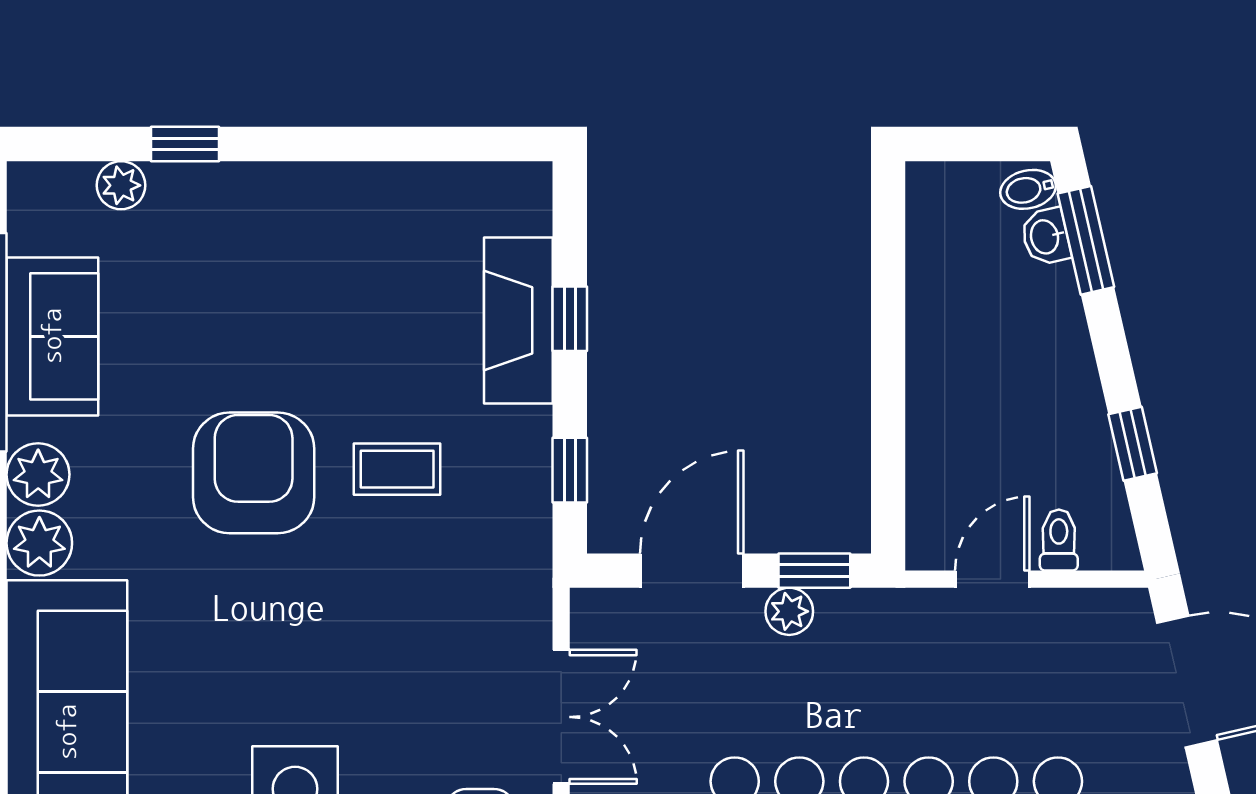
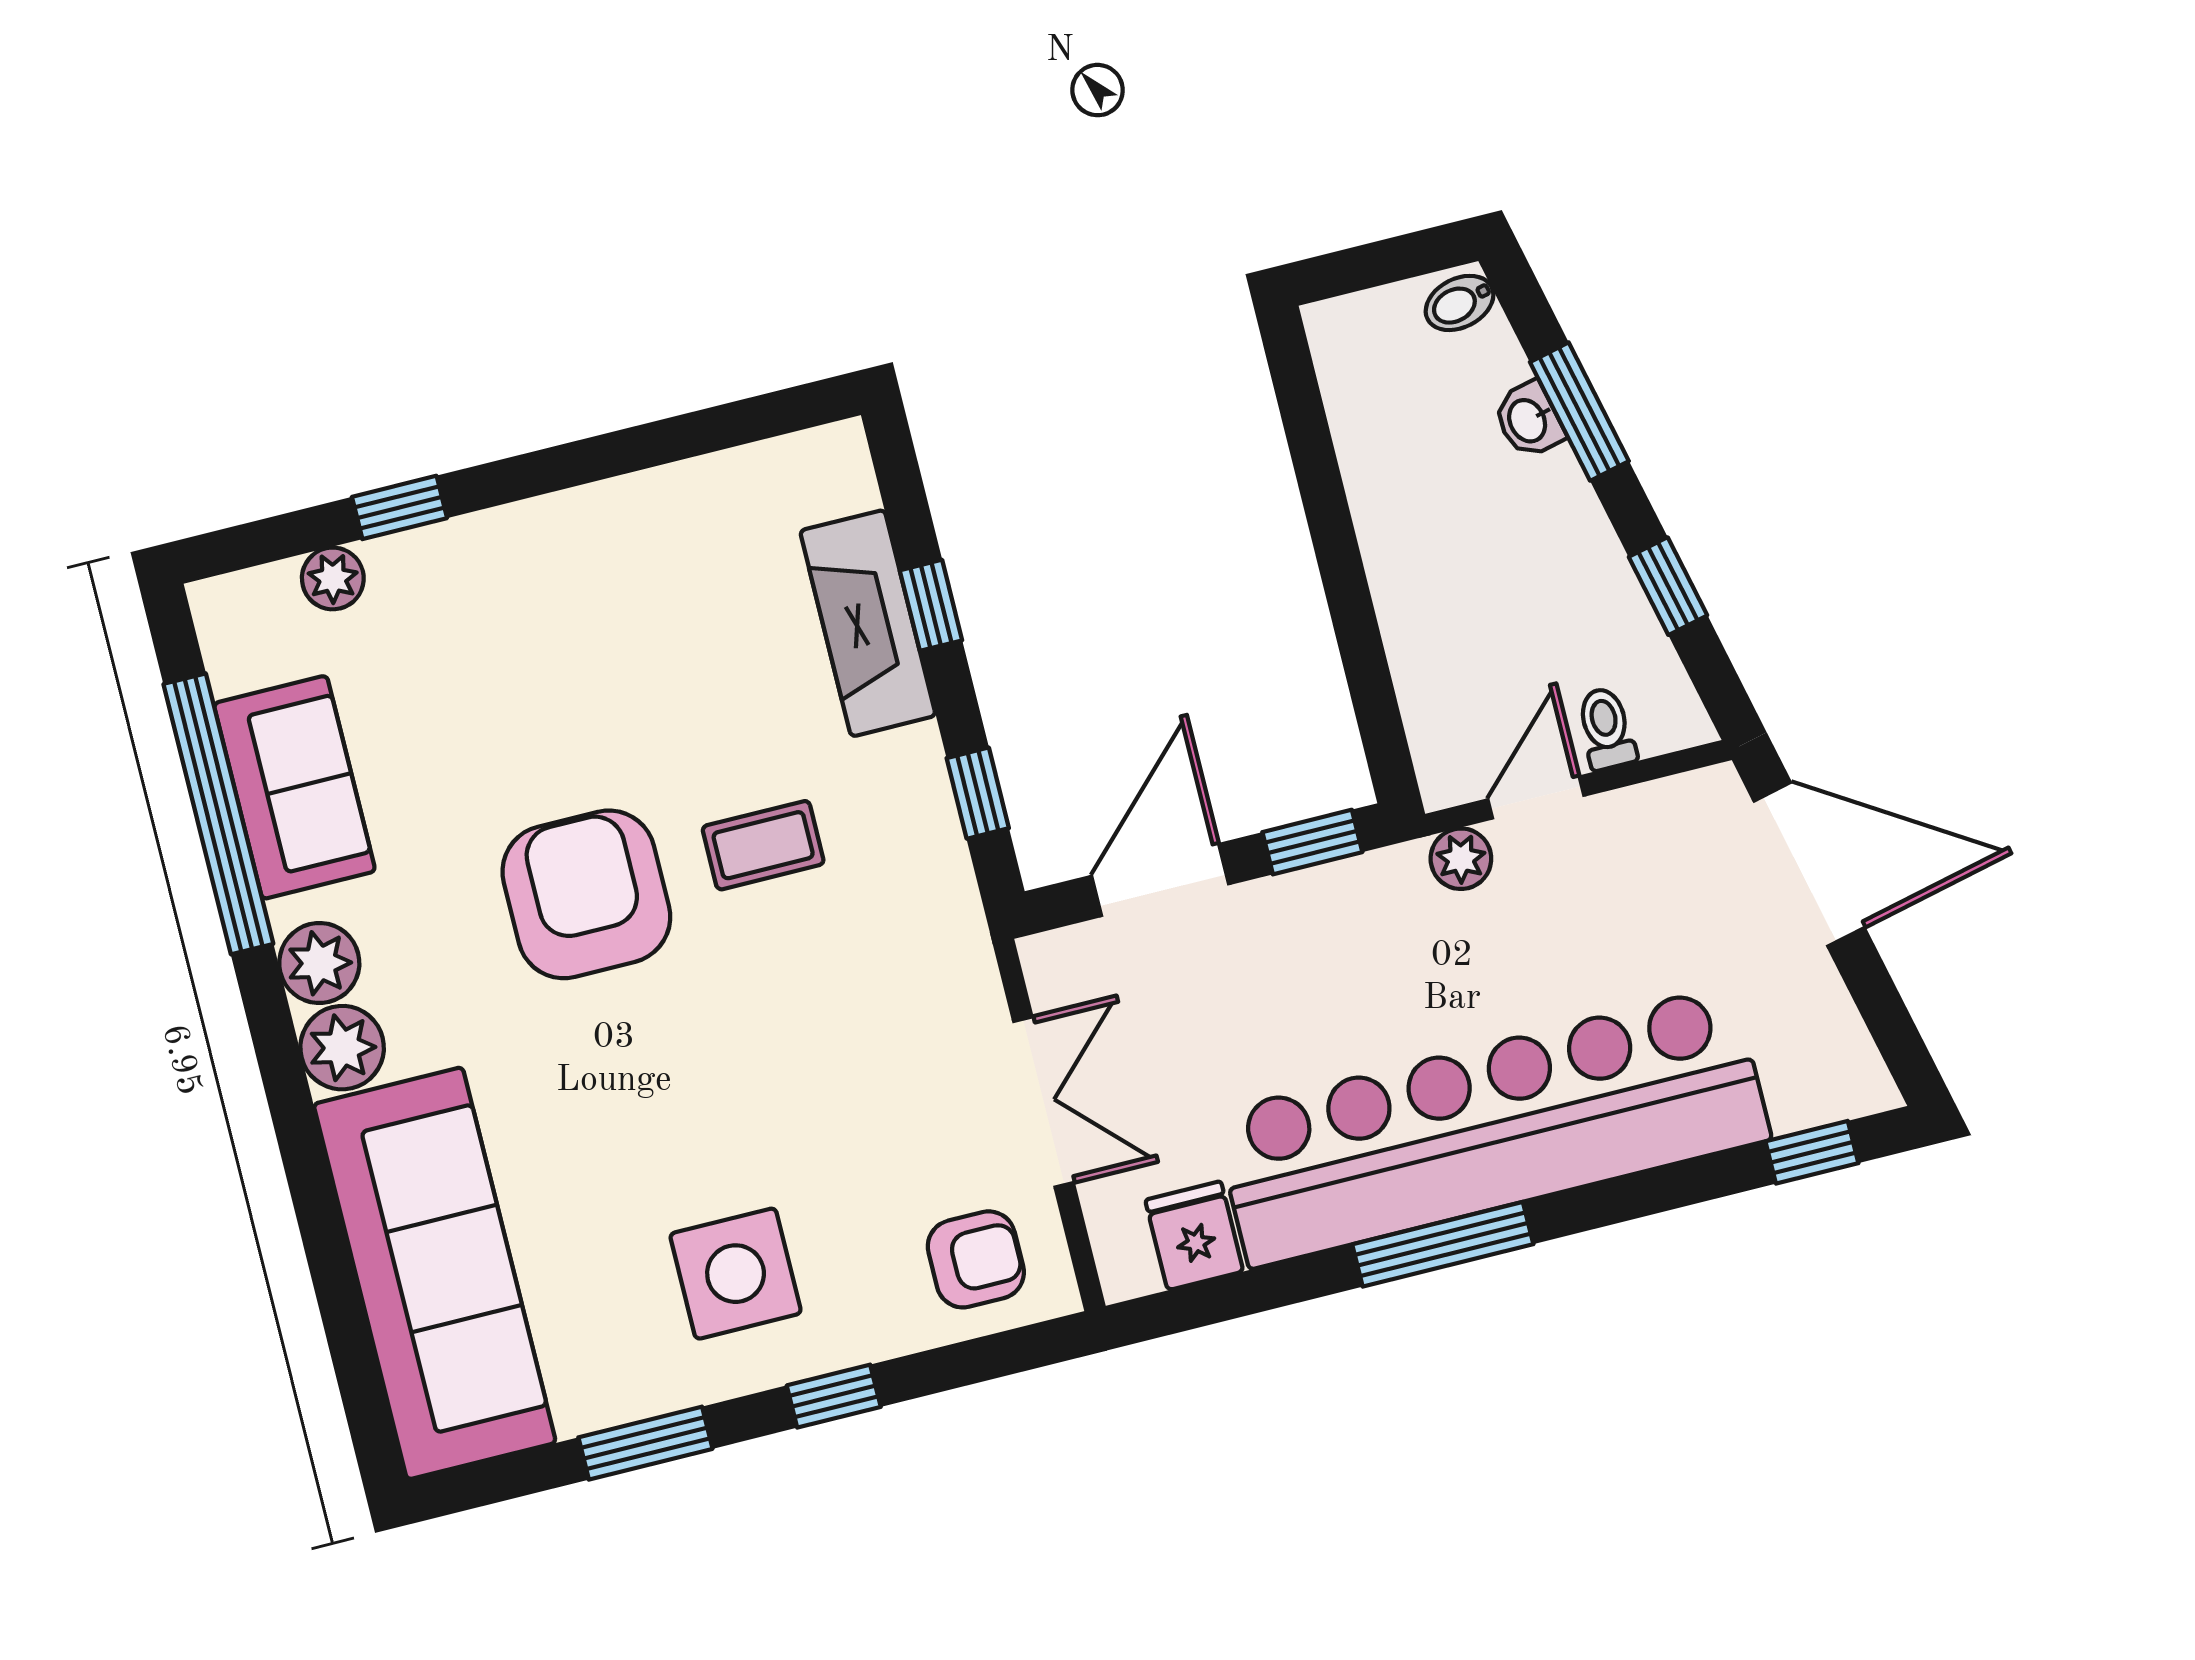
washbasin: (1046, 237) -> (1529, 420), moved
window: (1086, 240) -> (1579, 412), moved
plant: (789, 611) -> (1461, 859), moved

